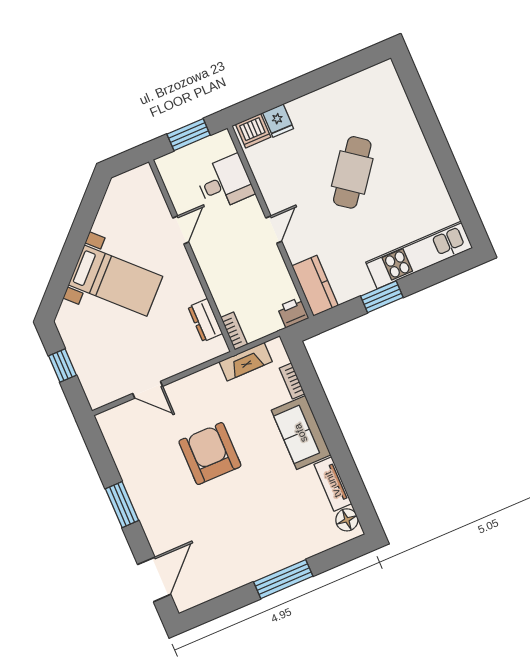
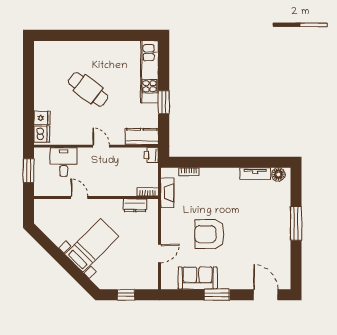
sofa: (301, 433) -> (198, 278), moved, turned 180

